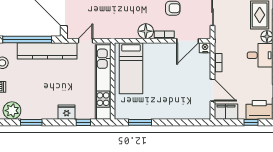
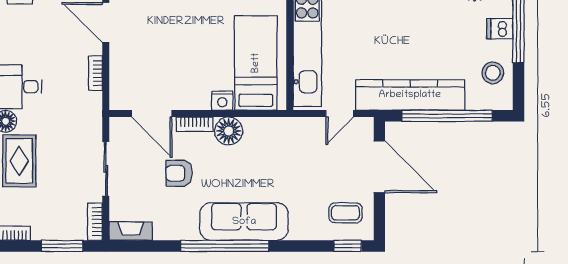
door: (188, 41) -> (152, 114), swing flipped
nightstand: (205, 48) -> (222, 101), moved

